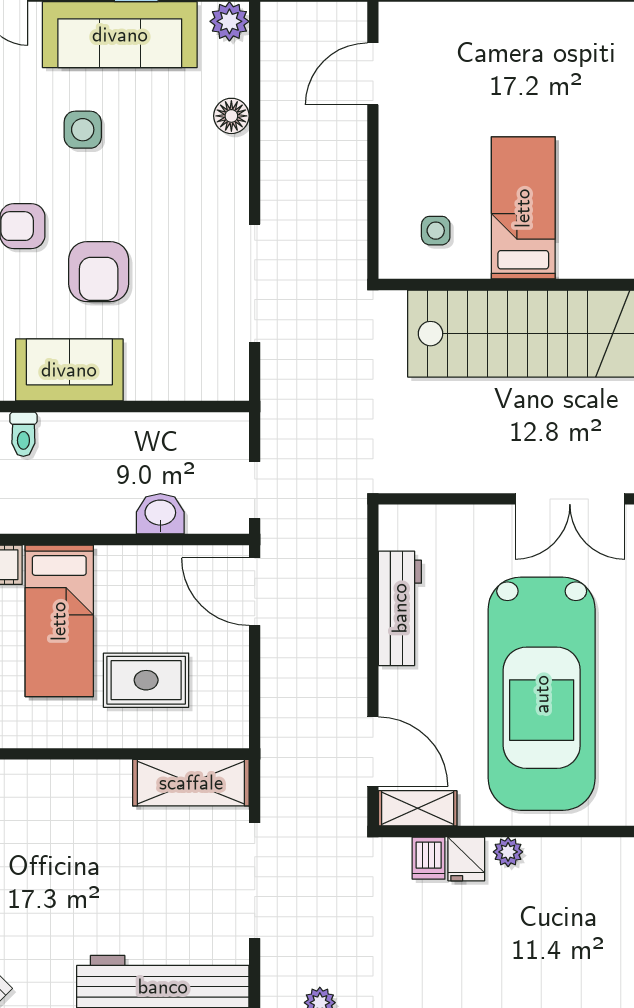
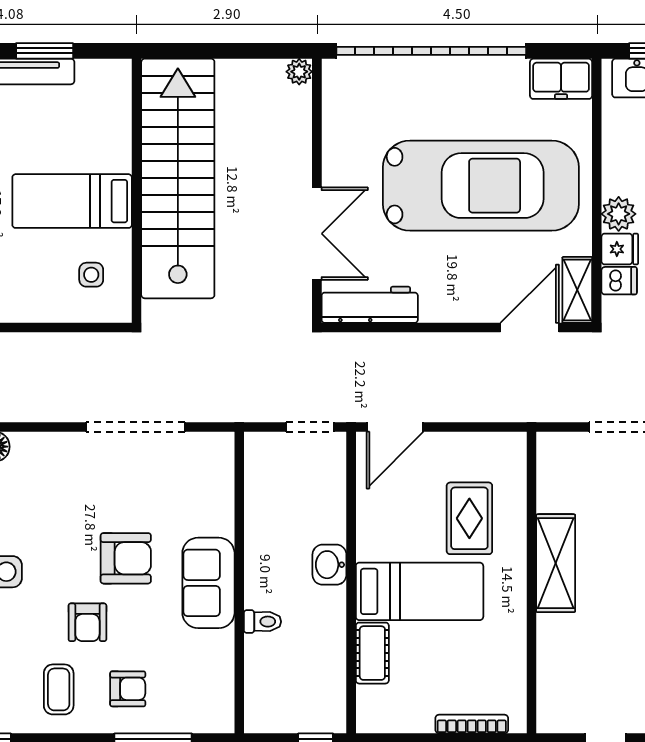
double door: (570, 499) -> (317, 234), moved
washbasin: (160, 514) -> (329, 565), moved
workbench: (400, 608) -> (370, 305), moved
shelving: (191, 783) -> (556, 563), moved
plant: (508, 852) -> (619, 214), width x1.38, depth x1.38

